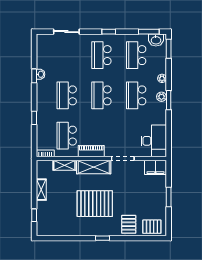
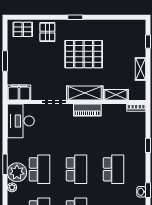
plant: (161, 97) -> (17, 172), width x1.87, depth x1.87
school desk: (67, 136) -> (114, 126), removed

